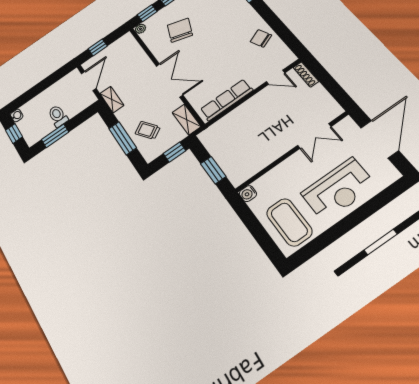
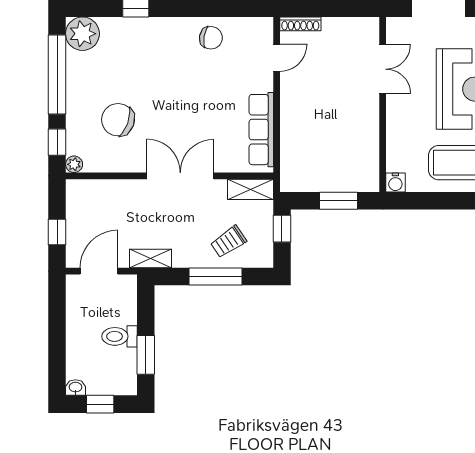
chair: (261, 38) -> (211, 38), turned -147
door: (89, 81) -> (99, 271), hinge flipped

